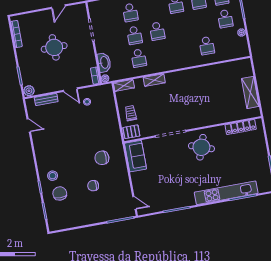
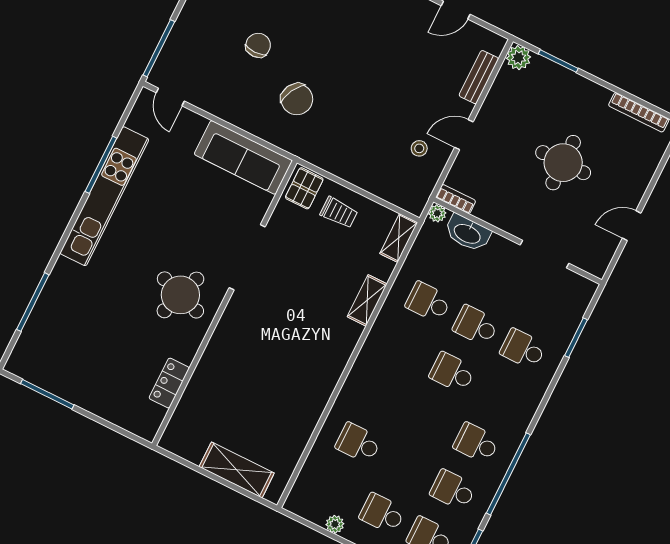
door: (58, 7) -> (632, 226), hinge flipped
shelving: (250, 92) -> (237, 470), moved
locker: (241, 127) -> (169, 383), width x0.66
sofa: (136, 156) -> (243, 157), width x1.36
chair: (102, 158) -> (297, 99), turned 118
kitchen unit: (226, 193) -> (104, 196), moved
door: (134, 203) -> (170, 97), hinge flipped

